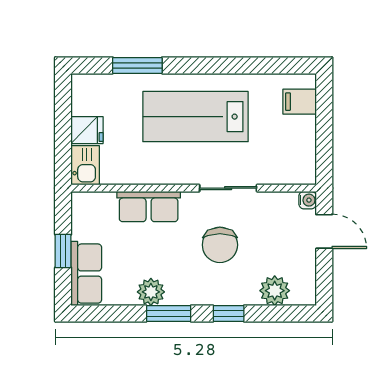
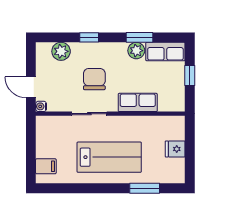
kitchen sink: (85, 165) -> (176, 128), removed
row of seats: (86, 274) -> (165, 52), moved, turned -90
window: (169, 313) -> (139, 37), moved

